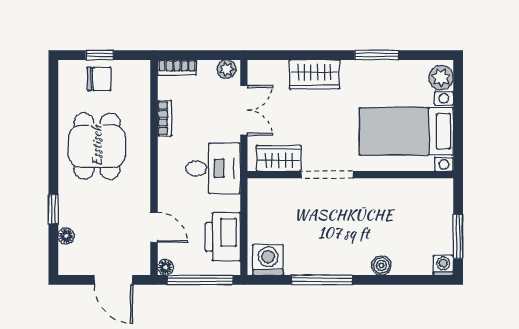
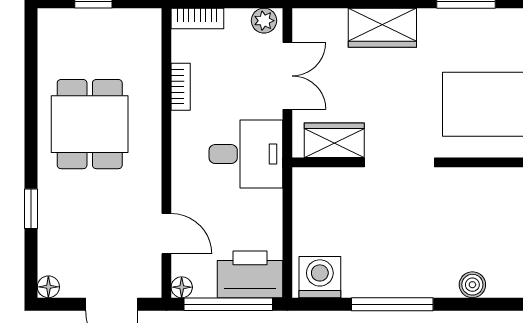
chair: (99, 79) -> (93, 34), removed
floor lamp: (66, 236) -> (48, 287), moved
printer: (223, 237) -> (250, 274), moved, turned 90

